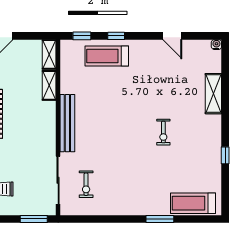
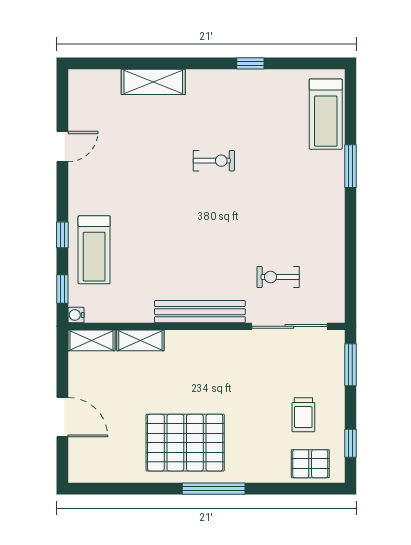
water cooler: (216, 45) -> (76, 315), moved
exercise bike: (86, 184) -> (278, 277), moved, turned 180

